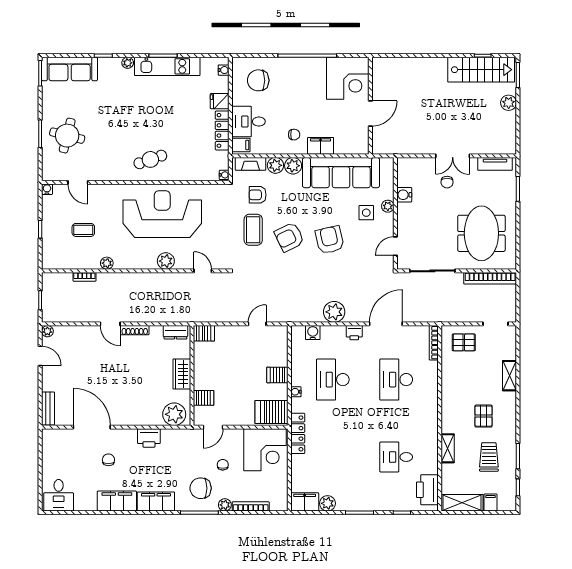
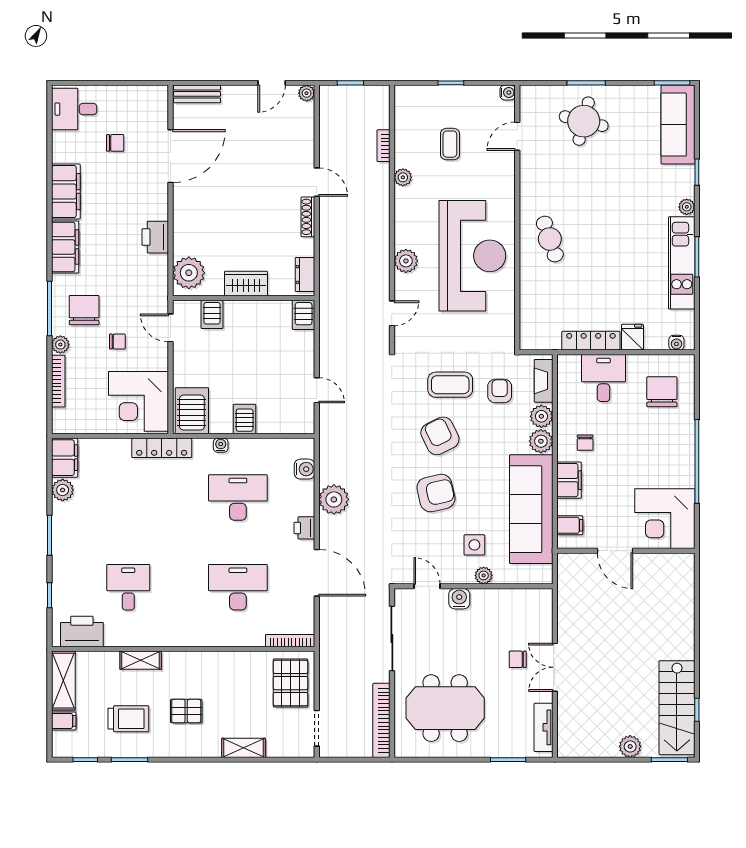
filing cabinet: (241, 145) -> (570, 525), moved, turned -90
water cooler: (224, 175) -> (528, 344), removed
water cooler: (404, 195) -> (459, 599), moved
door: (110, 324) -> (317, 182), swing flipped
pallet: (464, 342) -> (291, 683), width x1.50, depth x1.42
chair: (108, 460) -> (115, 143), moved

